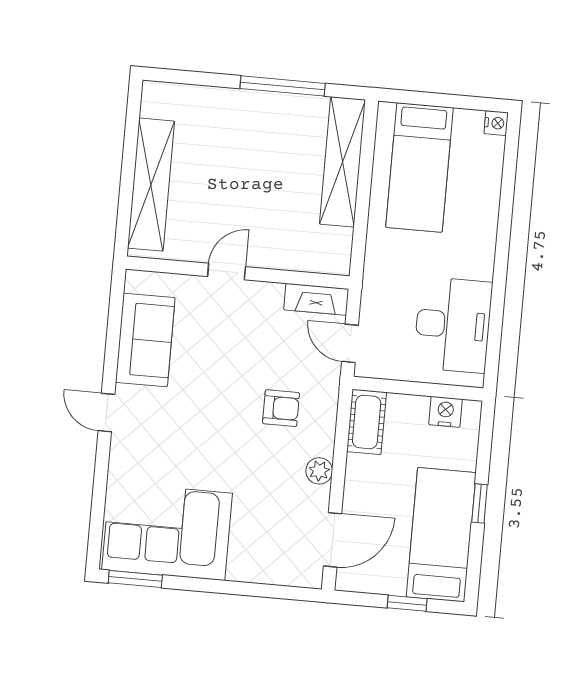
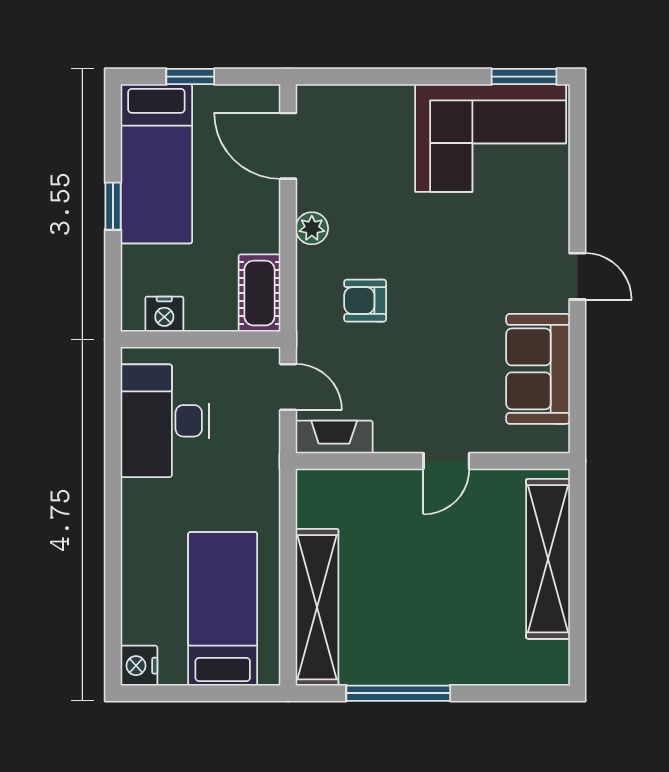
nightstand: (496, 123) -> (139, 666), width x1.39, depth x1.35
door: (333, 540) -> (288, 146), hinge flipped

